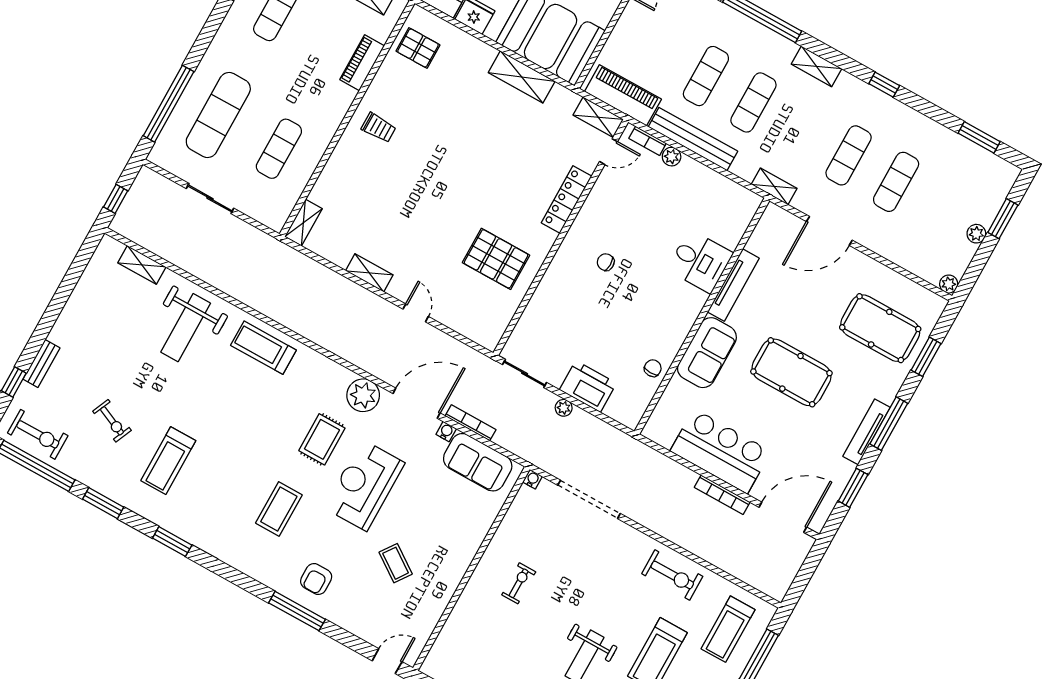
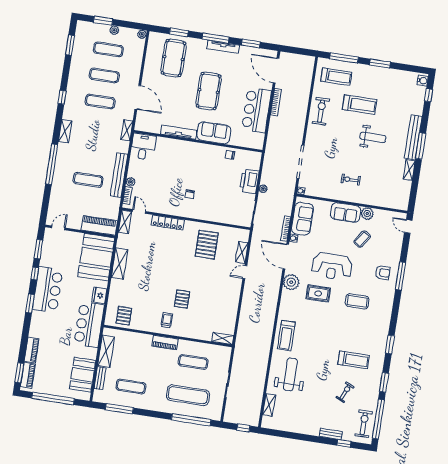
piano: (362, 63) -> (165, 342), moved
piano: (623, 95) -> (99, 225), moved, turned 90
exercise mat: (753, 102) -> (108, 49), moved
pallet: (408, 172) -> (182, 299), added
desk: (700, 261) -> (143, 147), moved
shelving: (369, 273) -> (242, 252), moved
weight bench: (186, 328) -> (290, 374), turned -90
sofa: (459, 550) -> (346, 213), added
plant: (441, 591) -> (367, 214), added

